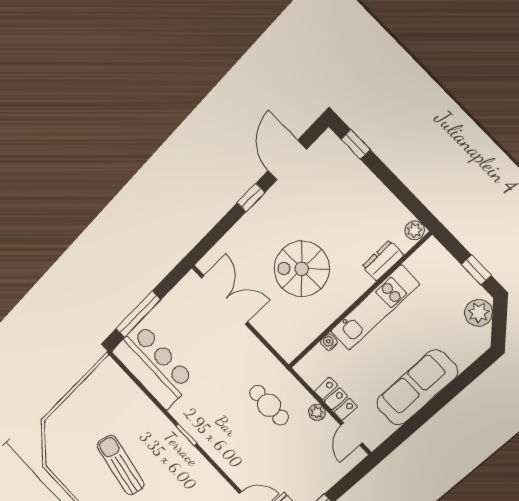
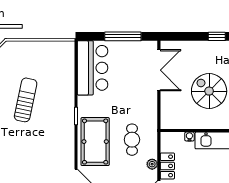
window: (138, 314) -> (123, 36), moved
pool table: (232, 444) -> (95, 142), added

